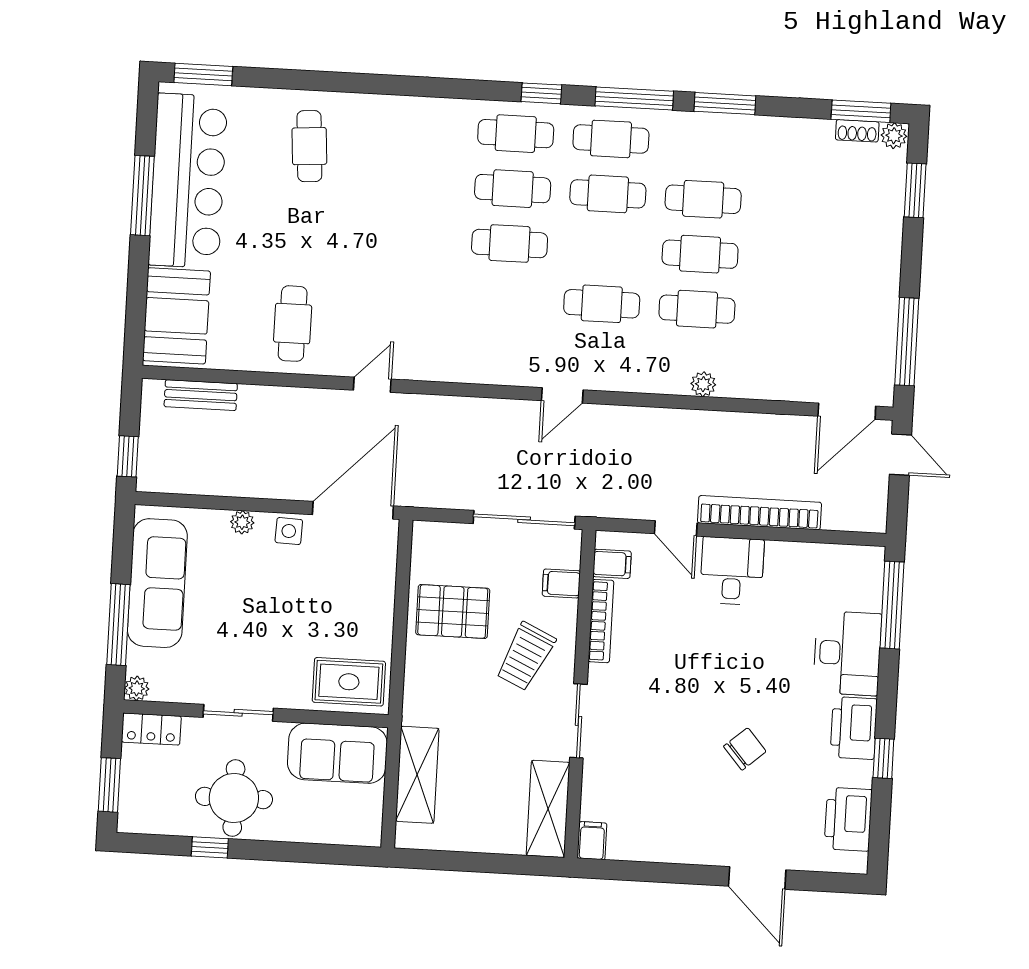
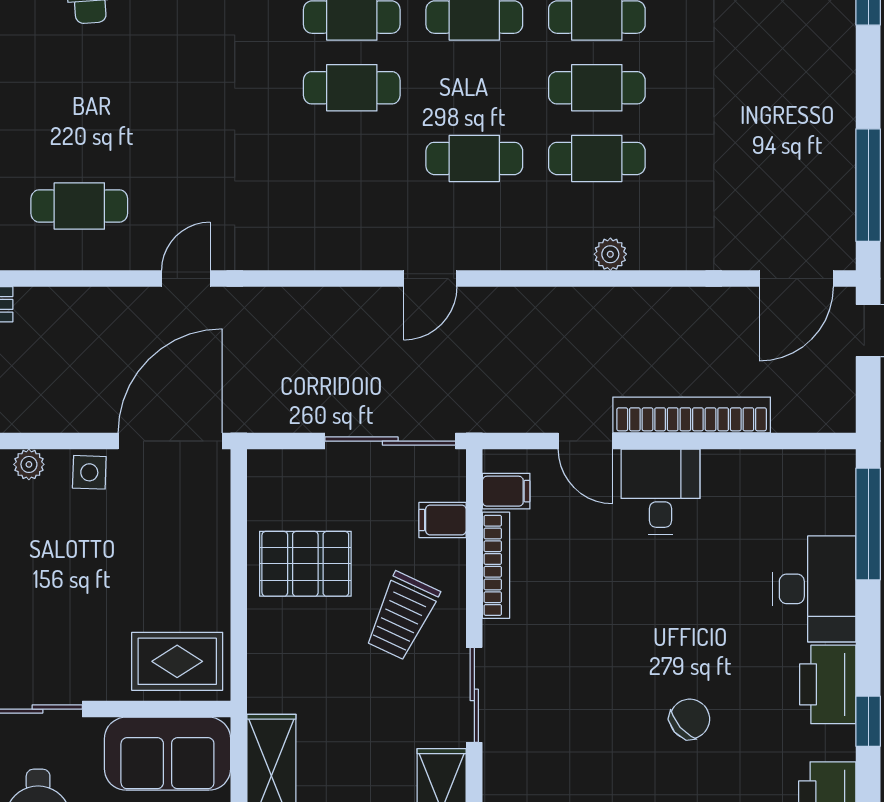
cafe table: (293, 324) -> (79, 206), turned 90

